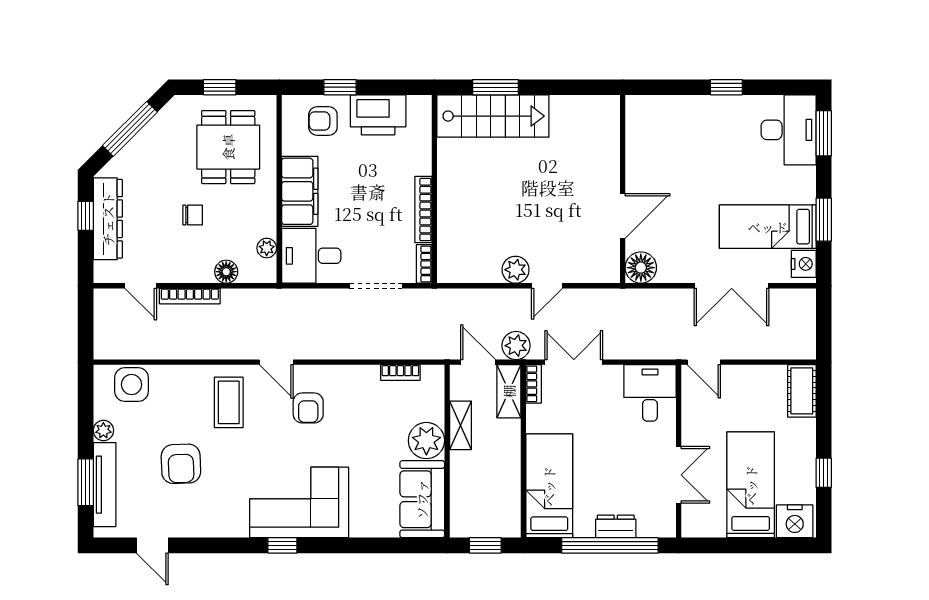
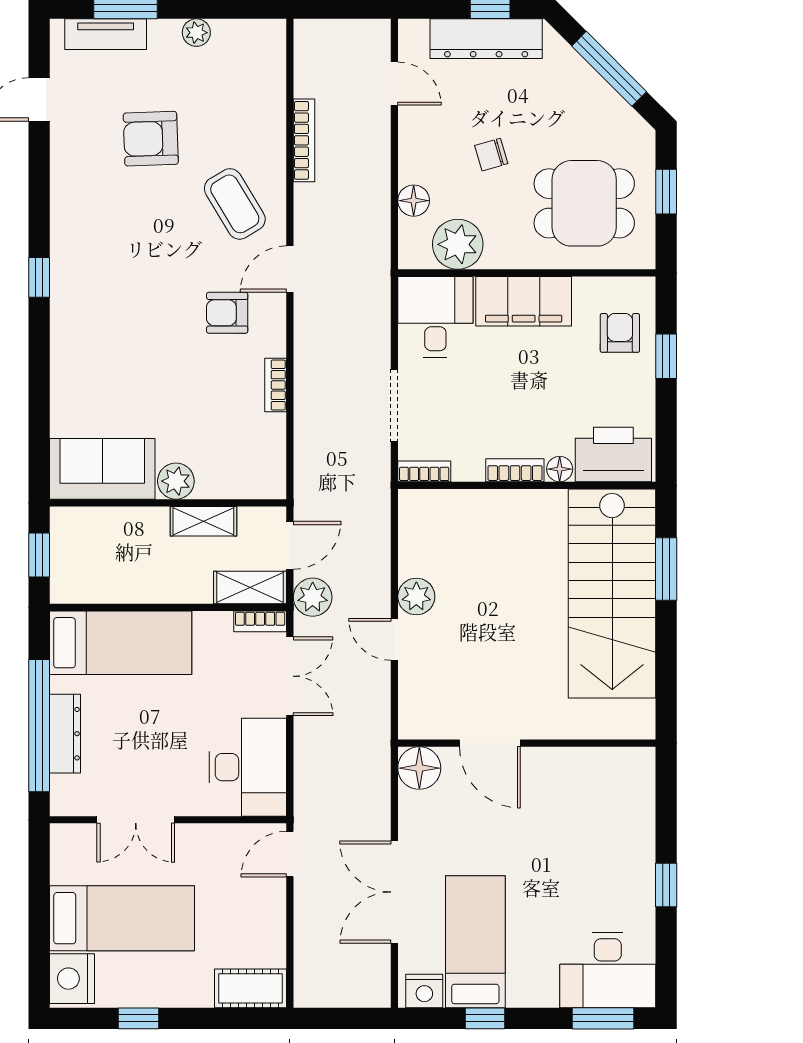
printer: (378, 115) -> (613, 455), moved, turned 90
stairs: (493, 116) -> (612, 593), width x1.36, depth x1.51
floor lamp: (422, 165) -> (560, 469), added
bookcase: (423, 210) -> (515, 470), width x0.64
chair: (193, 215) -> (491, 155), turned 74
window: (824, 220) -> (485, 1018), width x0.67
plant: (267, 248) -> (458, 244), width x1.87, depth x1.87
door: (141, 286) -> (394, 84), swing flipped
bookcase: (190, 296) -> (304, 140), moved, turned 180
bookcase: (400, 373) -> (276, 385), moved
side table: (132, 385) -> (259, 71), removed
desk: (650, 393) -> (248, 767), width x1.37
coffee table: (229, 402) -> (235, 204), turned 59
plant: (426, 441) -> (176, 481), width x0.73, depth x0.73
tv unit: (105, 485) -> (106, 34), width x0.71
corner sofa: (299, 502) -> (98, 300), removed
dresser: (616, 526) -> (65, 734), width x1.44

